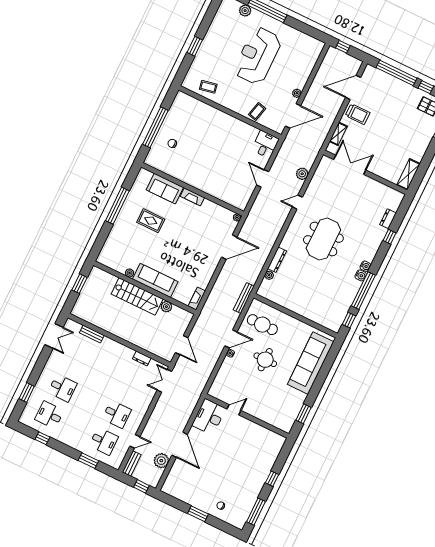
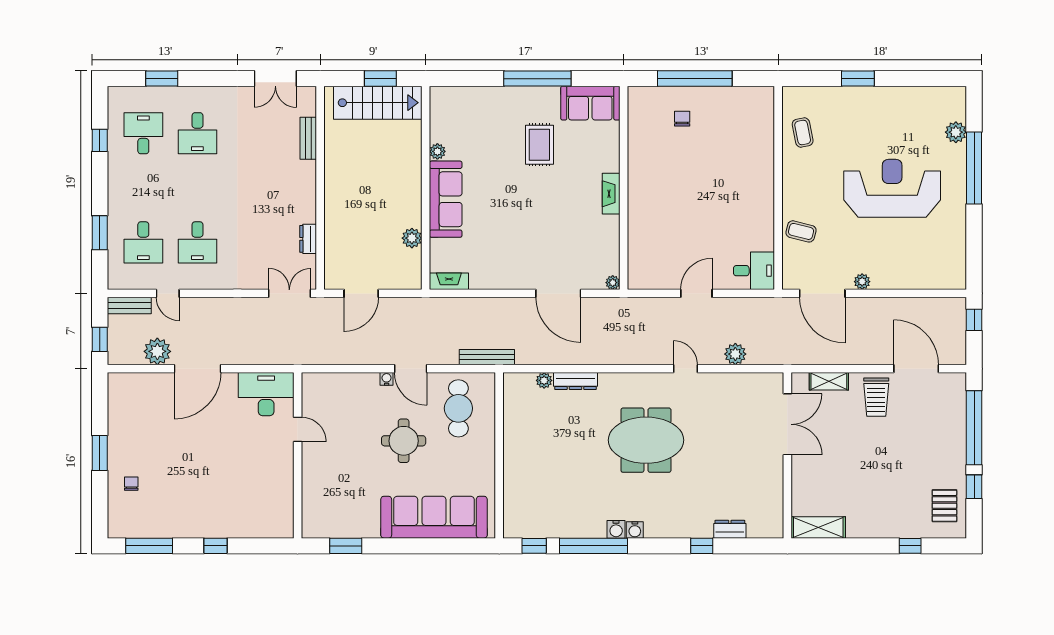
sofa: (165, 189) -> (590, 103), moved, turned -90
stairs: (137, 296) -> (378, 103), moved, turned -90

